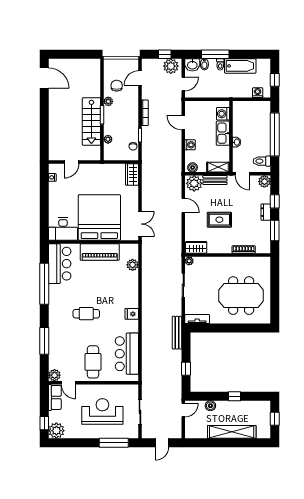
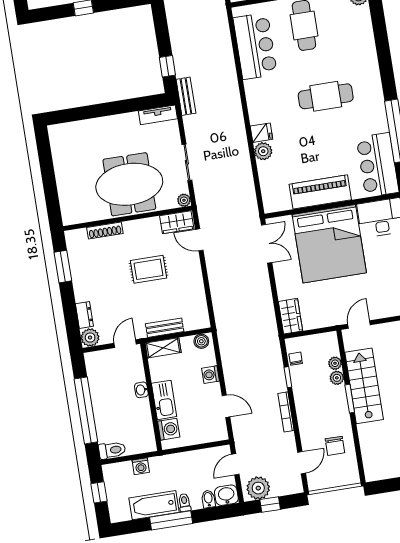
window: (215, 54) -> (171, 520), moved
washing machine: (258, 93) -> (141, 466), moved
plant: (108, 101) -> (337, 378), moved
toilet: (262, 161) -> (112, 450), moved
door: (72, 162) -> (359, 325), moved
door: (242, 174) -> (125, 344), hinge flipped
plant: (194, 183) -> (195, 318), removed
window: (275, 201) -> (70, 310), removed
door: (183, 205) -> (199, 240), moved
dresser: (266, 212) -> (84, 315), moved
double door: (140, 224) -> (267, 244), swing flipped
plant: (133, 265) -> (263, 151), moved
meeting table: (241, 296) -> (129, 184), moved
cafe table: (86, 314) -> (326, 96), width x1.37, depth x1.35
fridge: (132, 314) -> (261, 133), moved
bench: (177, 333) -> (186, 96), width x0.73
window: (44, 341) -> (382, 45), removed
window: (186, 369) -> (167, 66), moved

